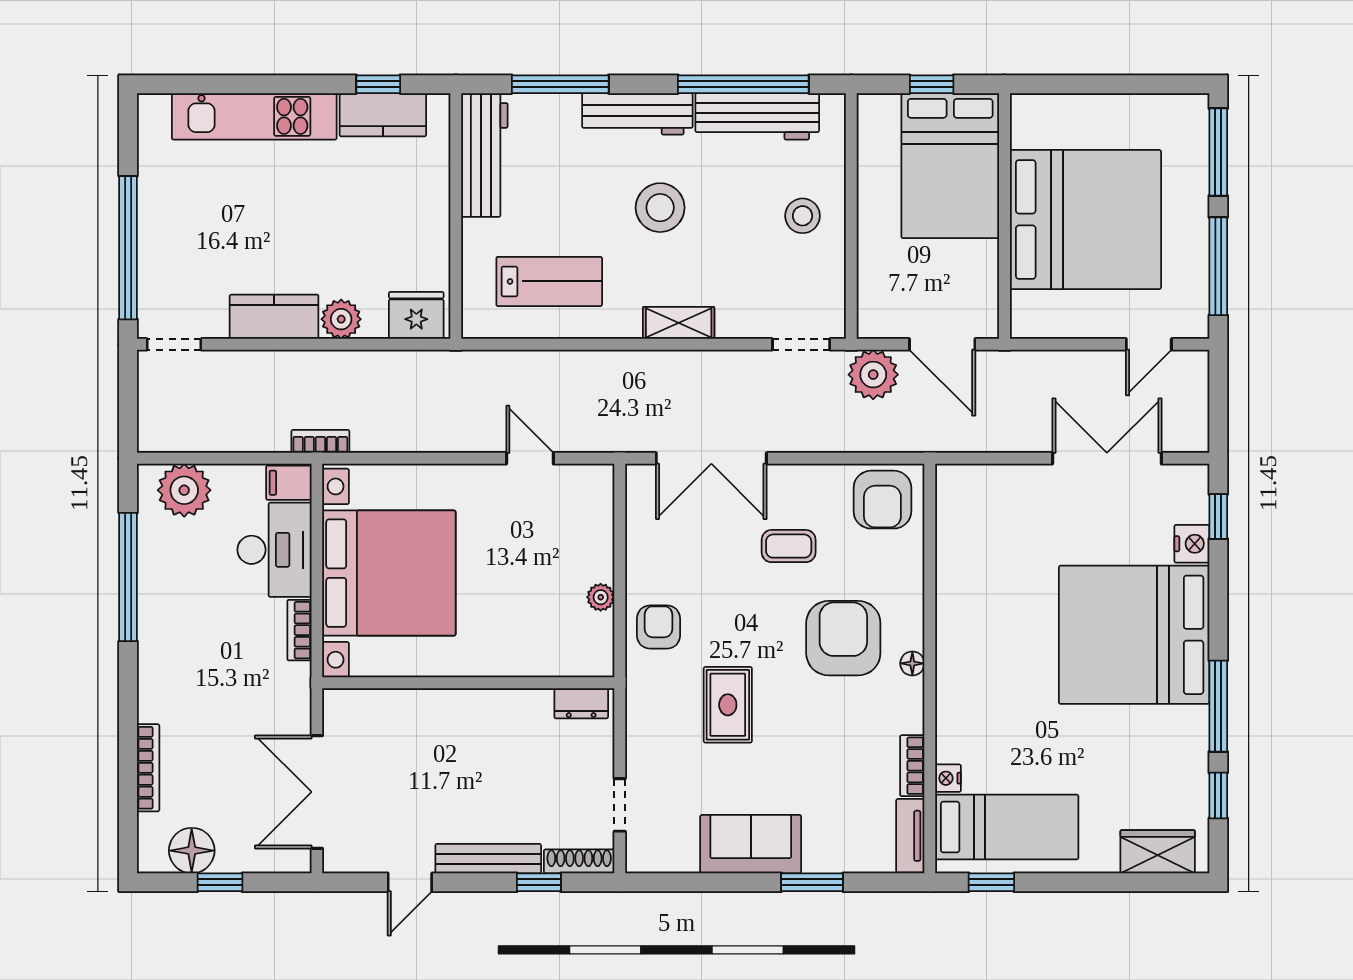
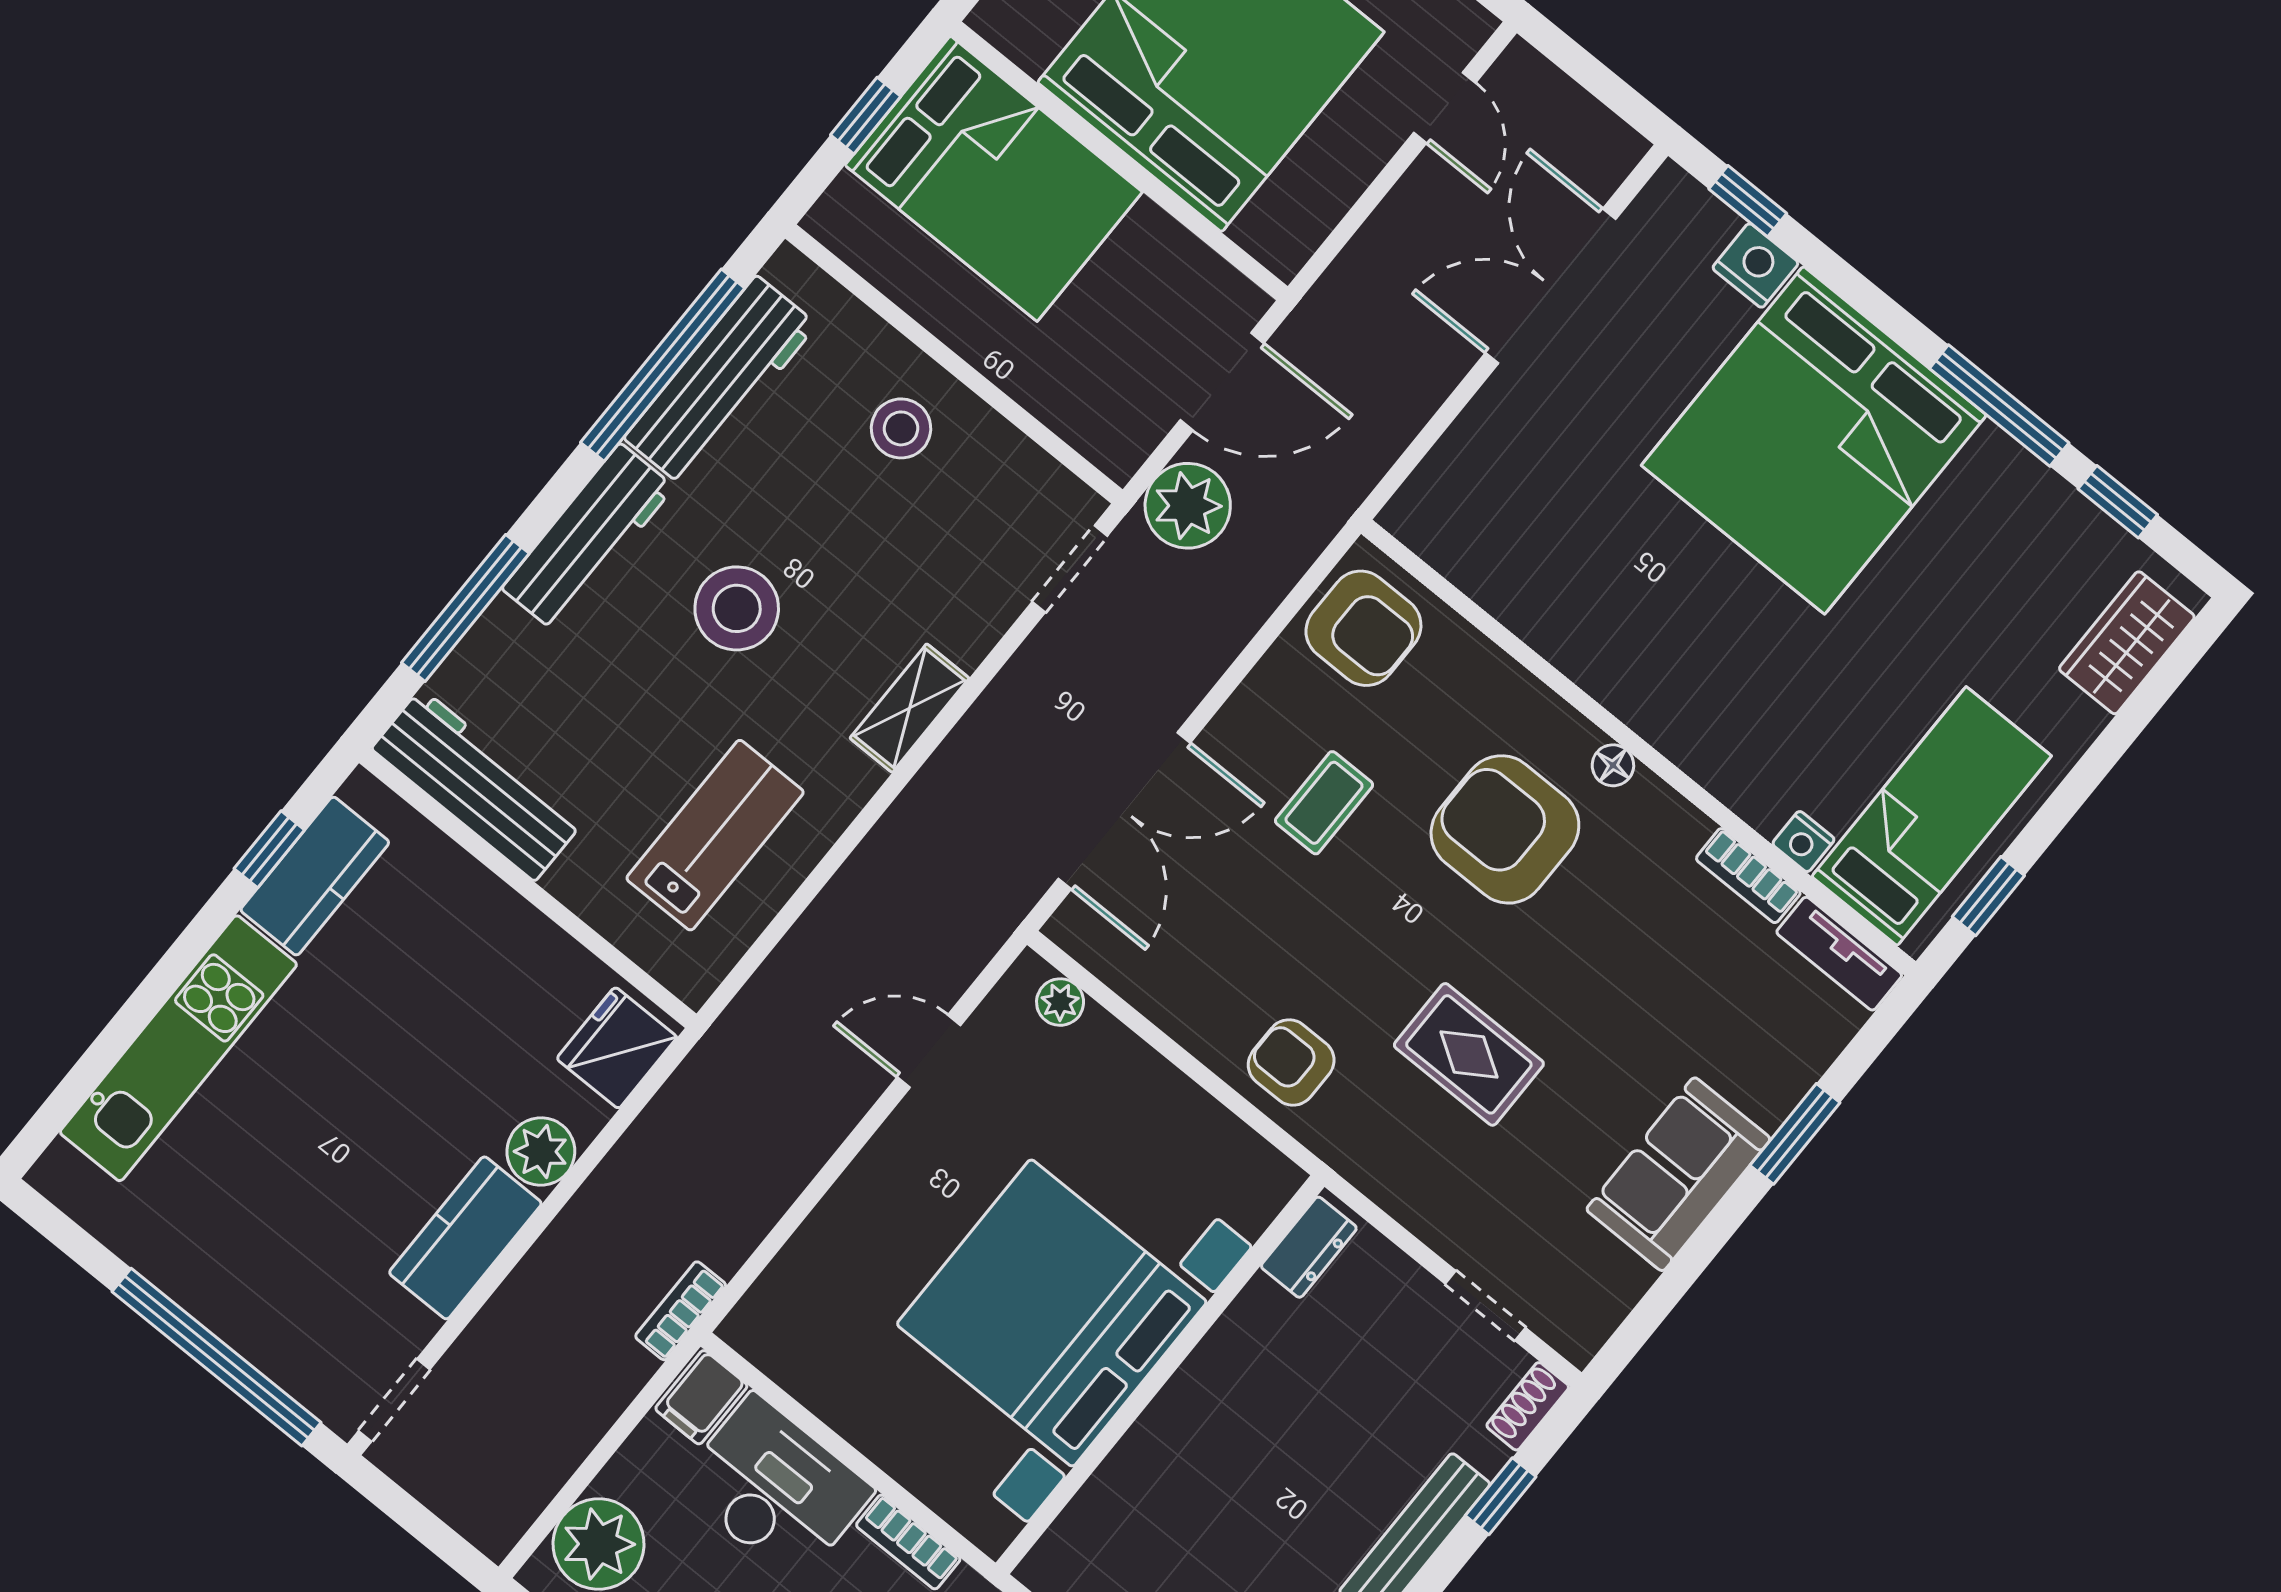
bed with nightstands: (389, 573) -> (1052, 1313), moved, turned -90
plant: (601, 597) -> (1060, 1002), moved
shoe rack: (579, 861) -> (1528, 1406), width x0.70

